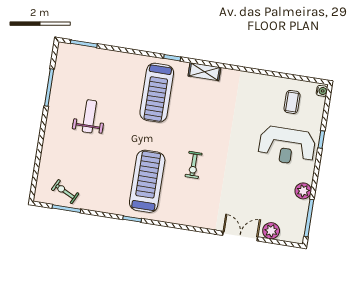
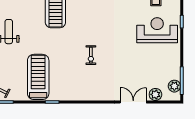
reception desk: (287, 146) -> (157, 30), turned 180
treadmill: (147, 181) -> (38, 77), moved
plant: (303, 191) -> (174, 86), moved

